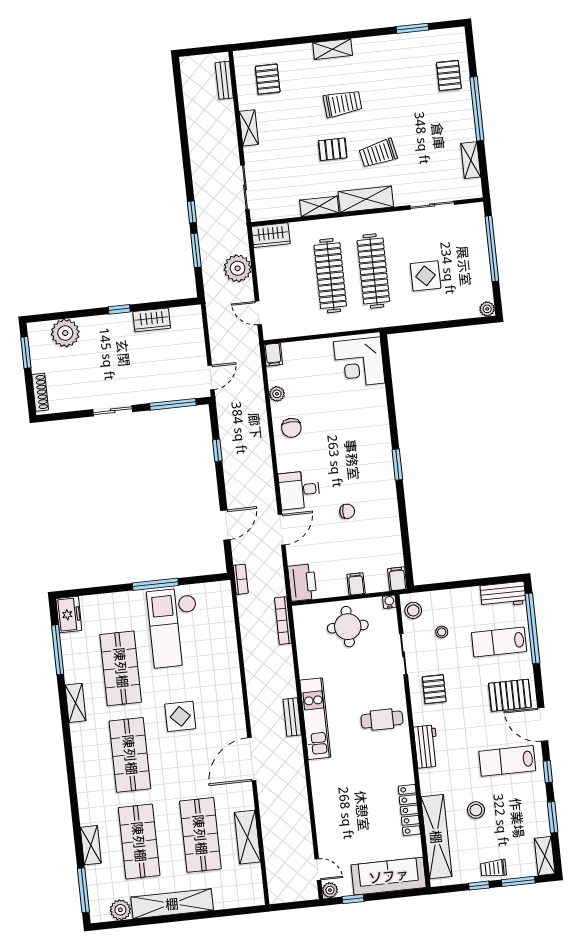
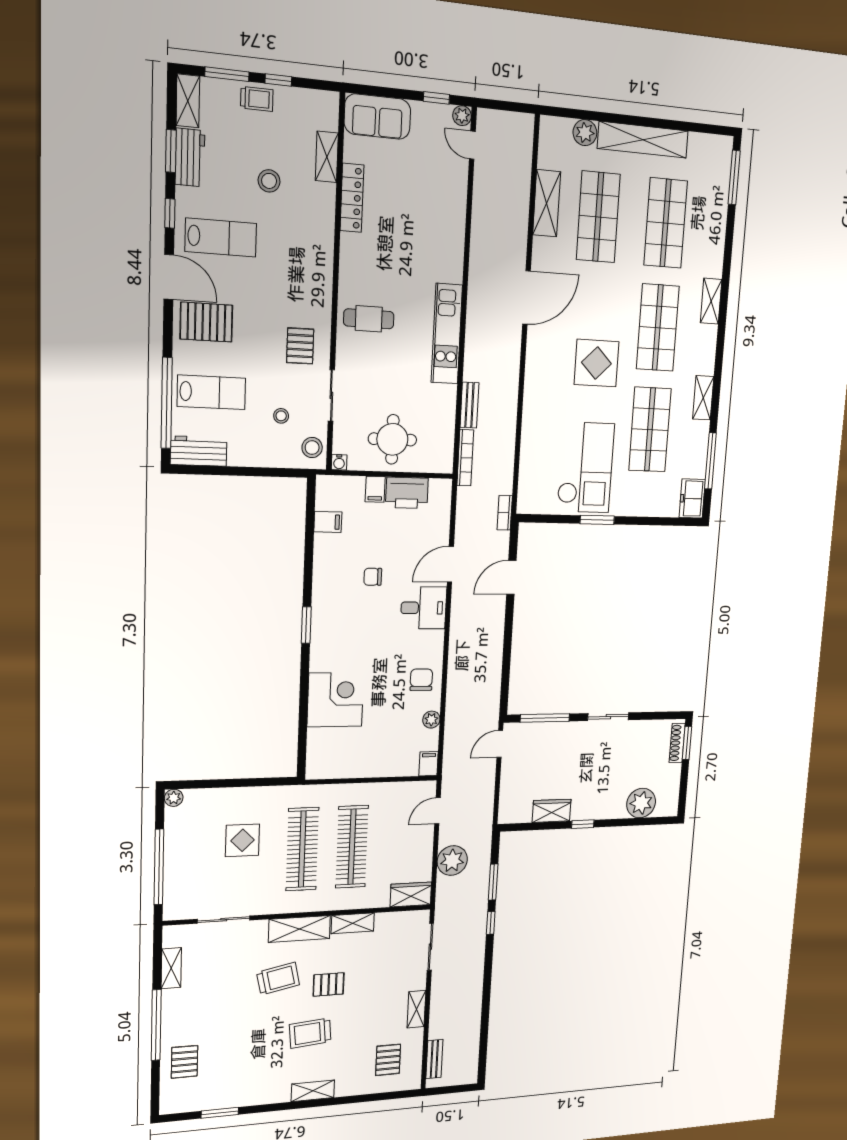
door: (258, 313) -> (438, 811), swing flipped
window: (26, 352) -> (687, 743), moved
corner desk: (359, 362) -> (335, 700), moved
window: (217, 450) -> (506, 663), removed
filing cabinet: (397, 579) -> (328, 522), moved, turned -90
printer: (302, 582) -> (407, 493), moved, turned -90
window: (155, 584) -> (597, 520), width x0.69
display table: (180, 716) -> (596, 363), width x1.36, depth x1.36
bench: (292, 717) -> (469, 405), moved
workbench: (426, 746) -> (190, 158), moved, turned 180
shelving: (436, 837) -> (327, 157), width x0.45, depth x0.75
shelving: (91, 845) -> (711, 301), moved
sofa: (389, 876) -> (377, 117), width x0.73
plant: (120, 910) -> (585, 133), moved

